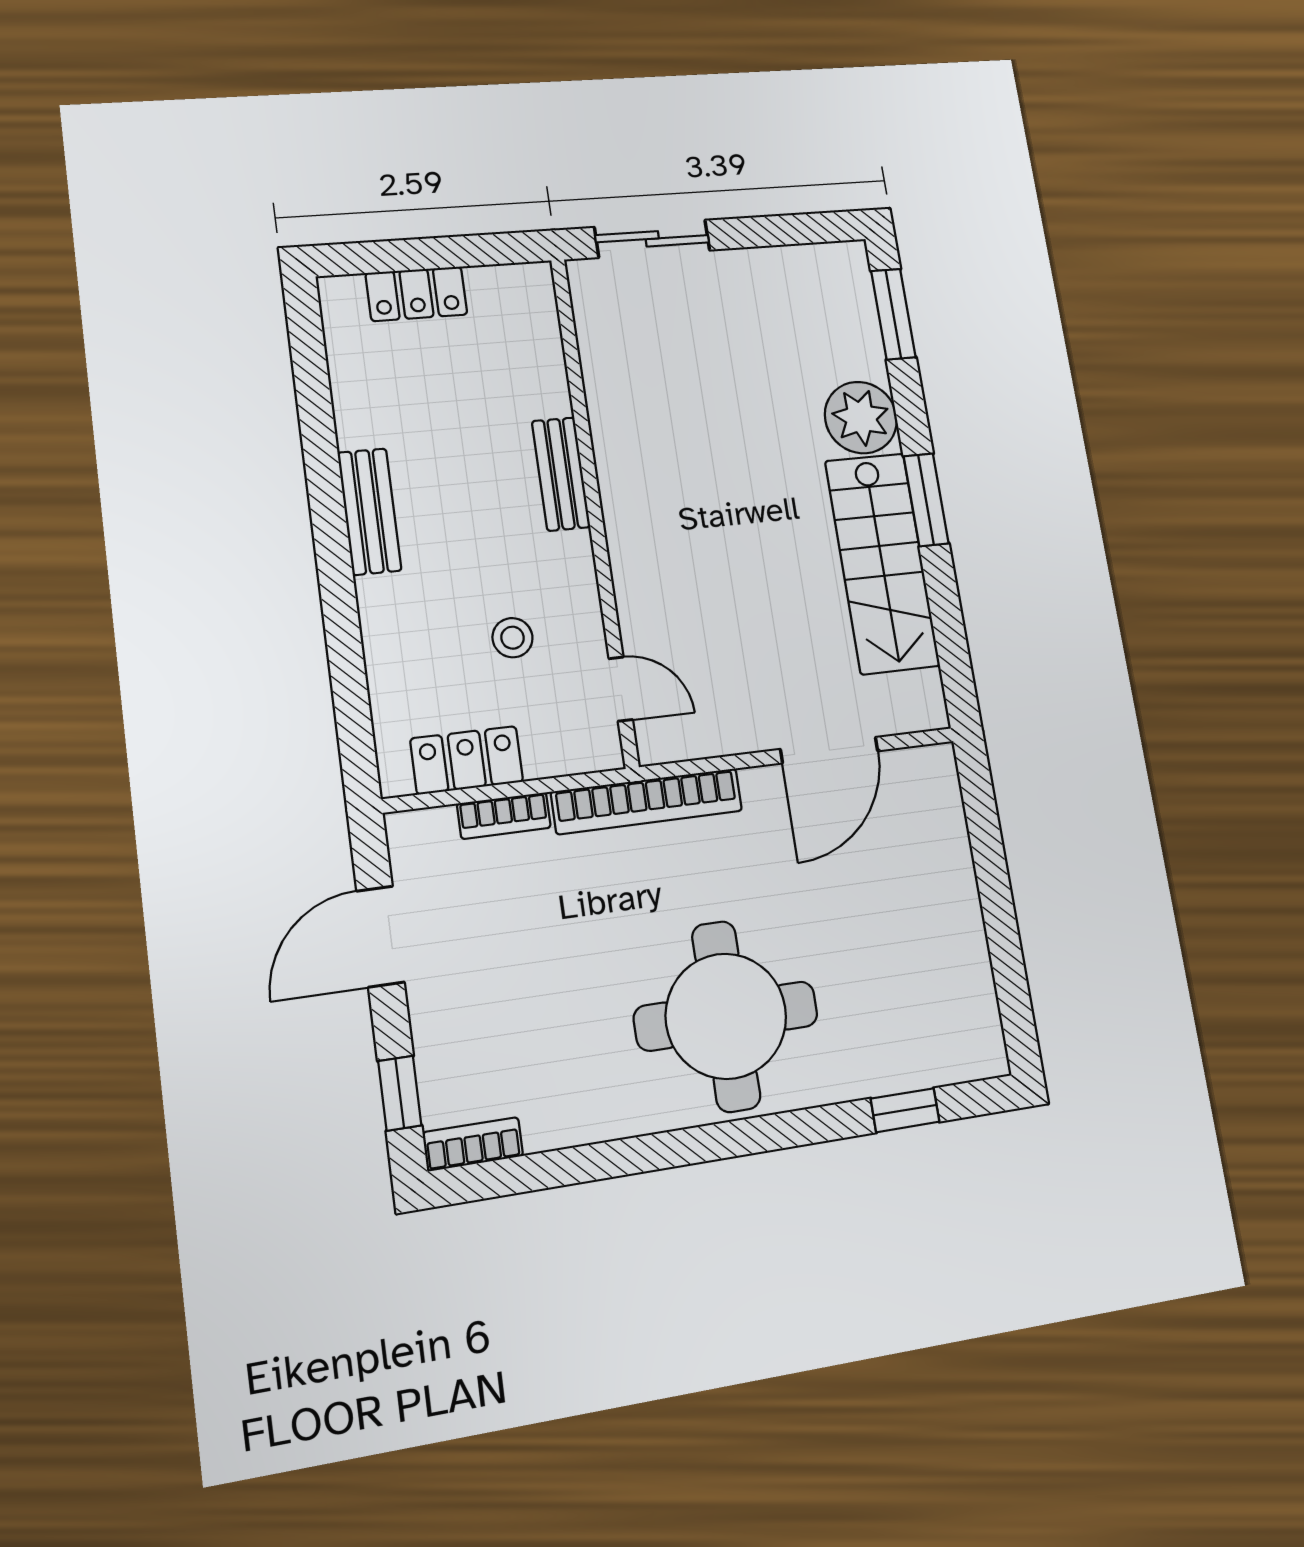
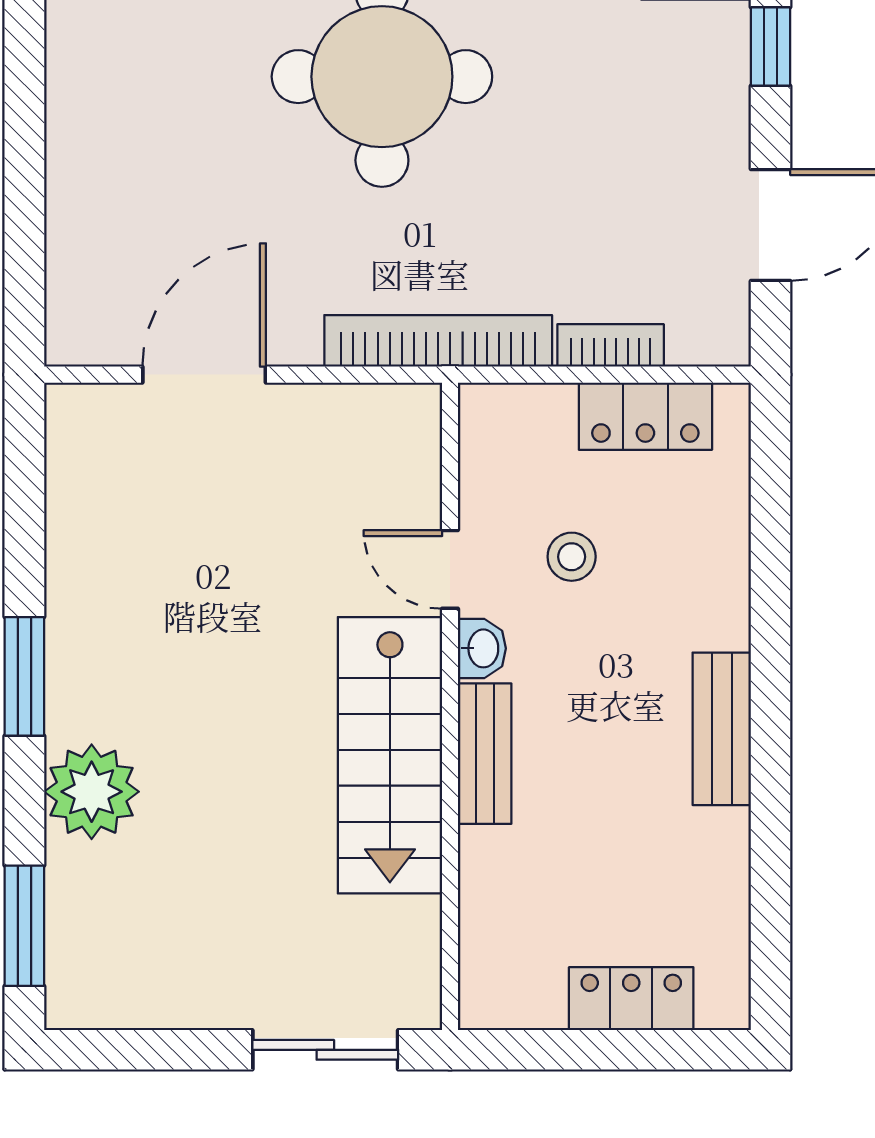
washbasin: (575, 557) -> (482, 648), added
stairs: (882, 563) -> (390, 755), moved, turned 180
door: (621, 689) -> (450, 569), moved

